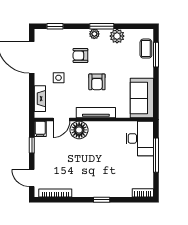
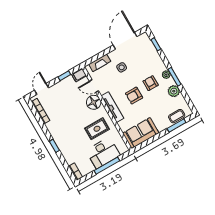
armchair: (80, 55) -> (151, 83), moved
desk: (140, 138) -> (103, 153), moved
rug: (110, 143) -> (97, 129), added

